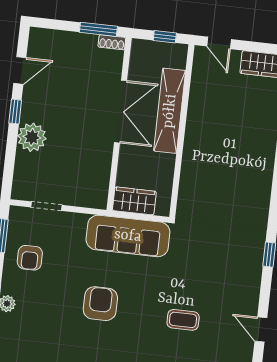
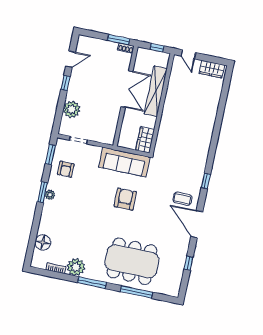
plant: (32, 137) -> (72, 109), moved
wardrobe: (134, 201) -> (145, 140), moved, turned -90
armchair: (100, 304) -> (125, 199), moved
coffee table: (183, 320) -> (182, 199), moved
door: (261, 330) -> (197, 224), width x1.88

